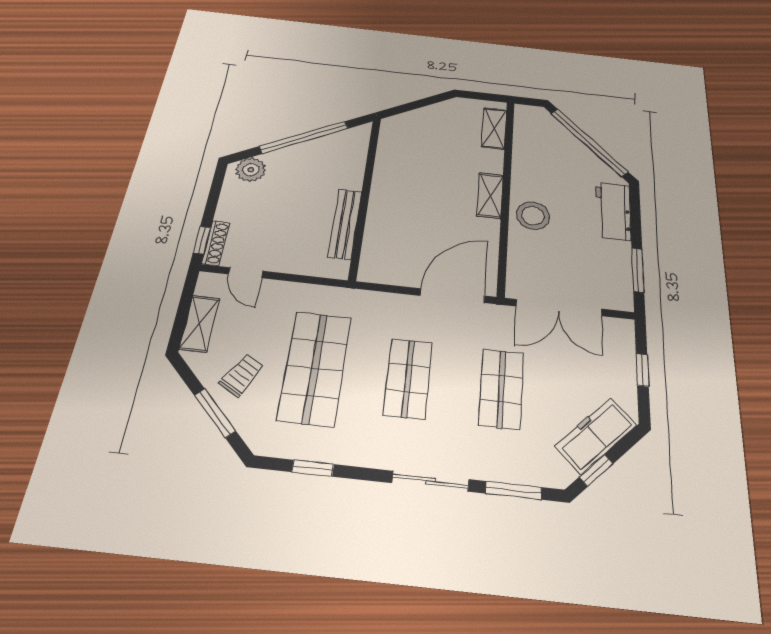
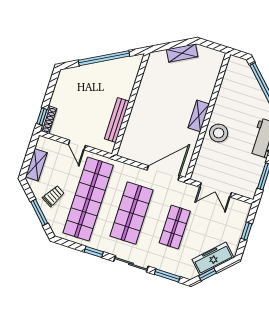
shelving: (494, 128) -> (182, 53), moved, turned 61
plant: (251, 170) -> (72, 76), removed
door: (246, 273) -> (77, 145), moved
double door: (559, 308) -> (216, 190), width x0.73
shop shelf: (315, 368) -> (88, 199), width x1.40
shop shelf: (408, 378) -> (131, 213), width x1.43, depth x1.36
window: (313, 468) -> (94, 252), moved

